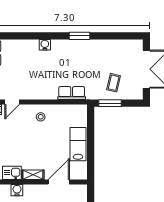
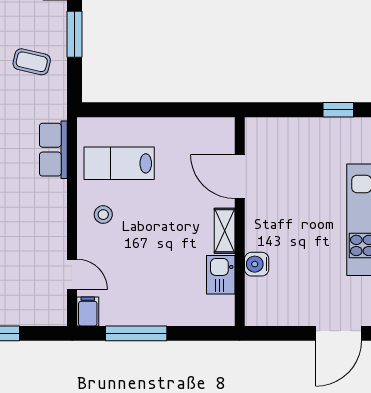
window: (110, 103) -> (74, 34), moved
lab bench: (78, 144) -> (119, 163), moved

